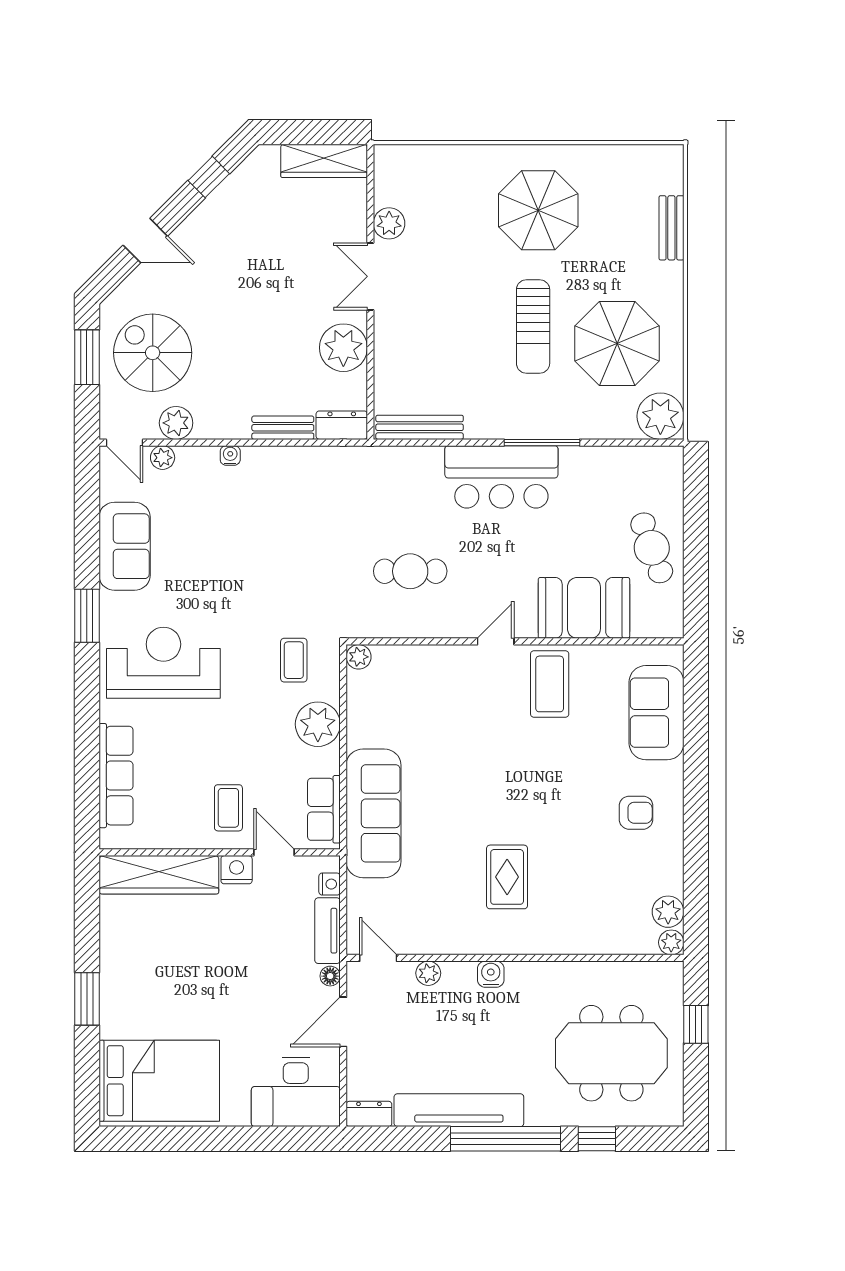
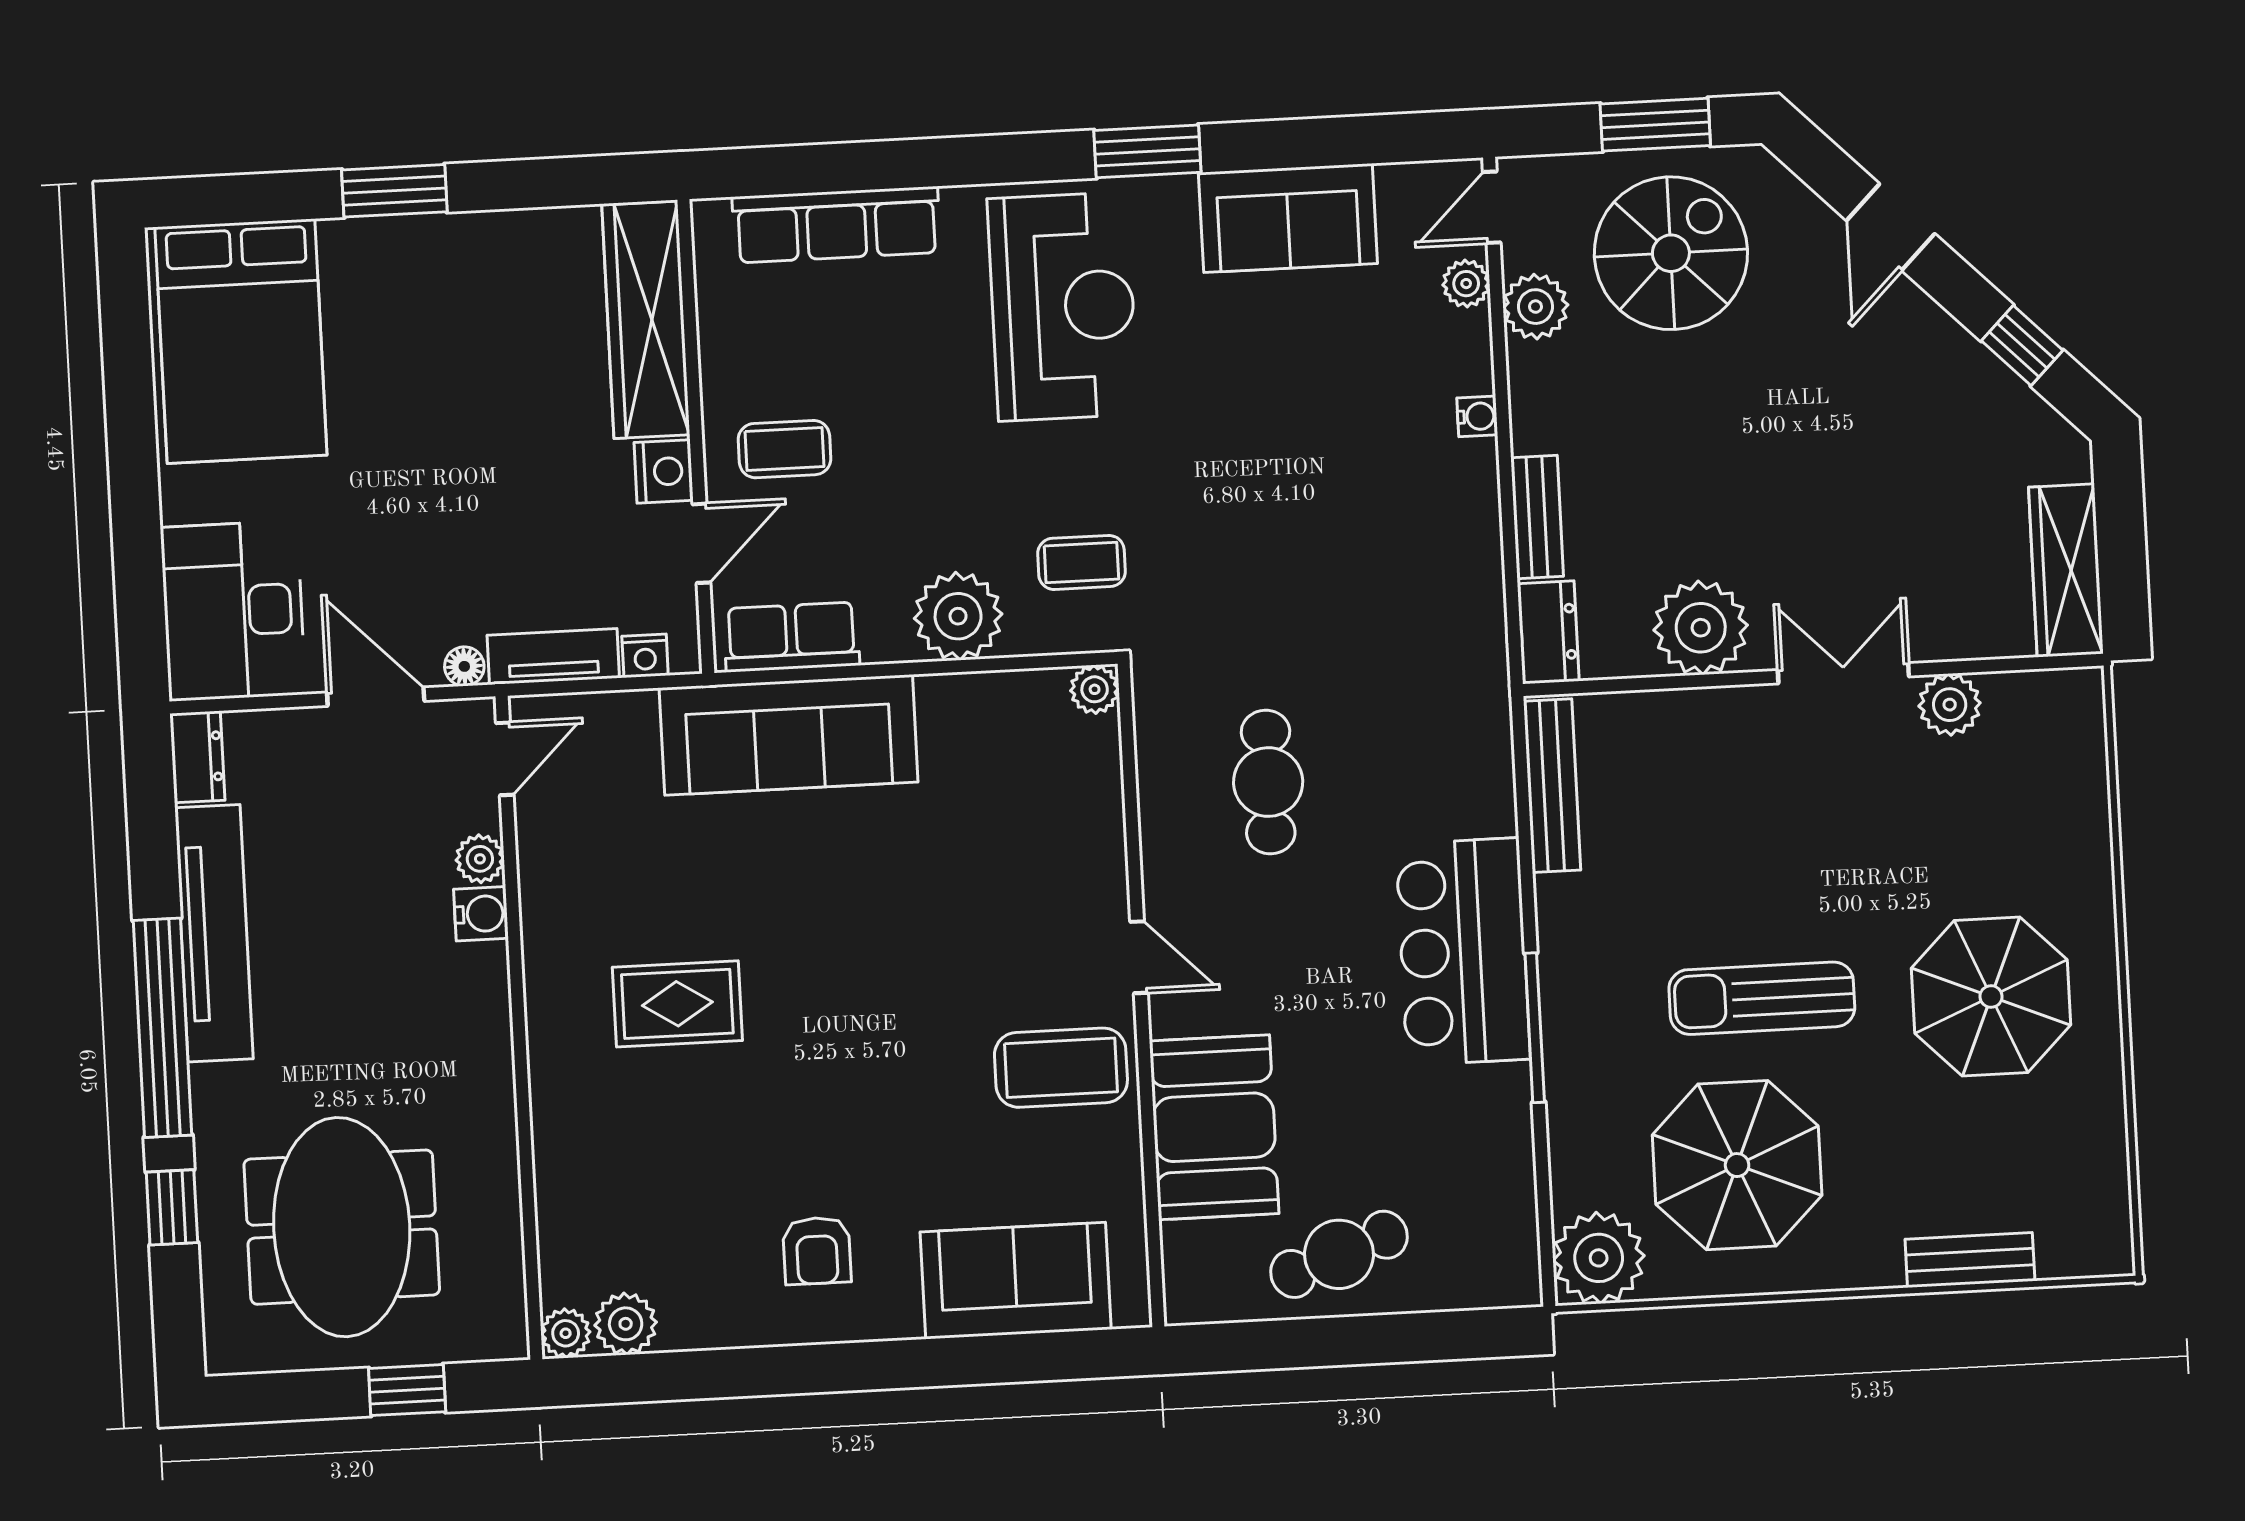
water cooler: (491, 974) -> (481, 914), moved

